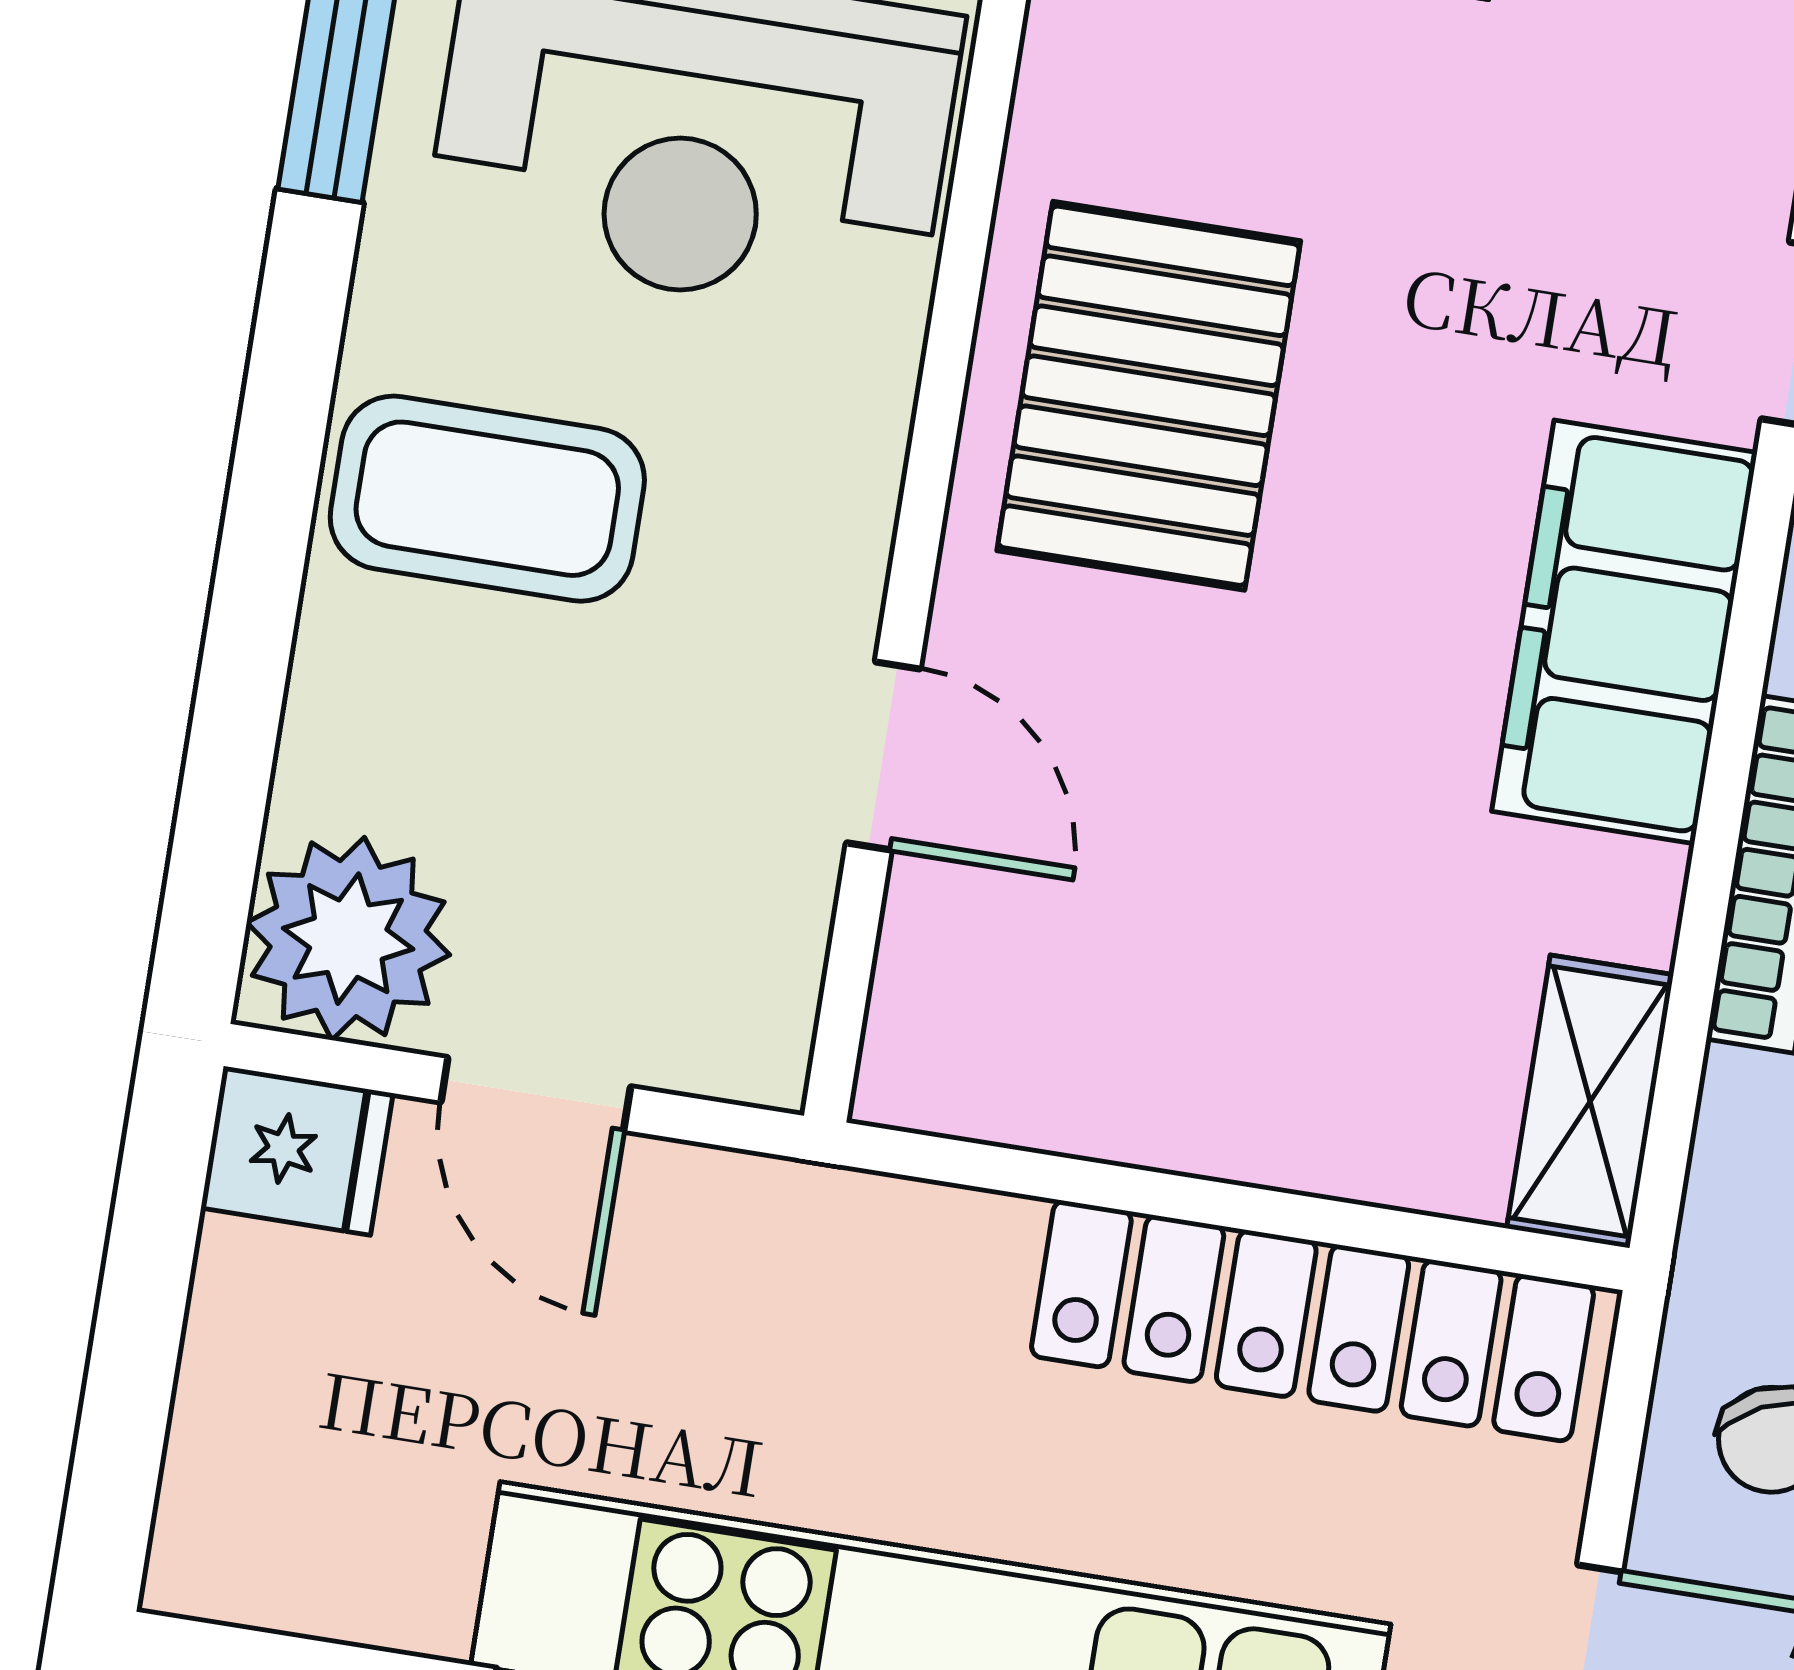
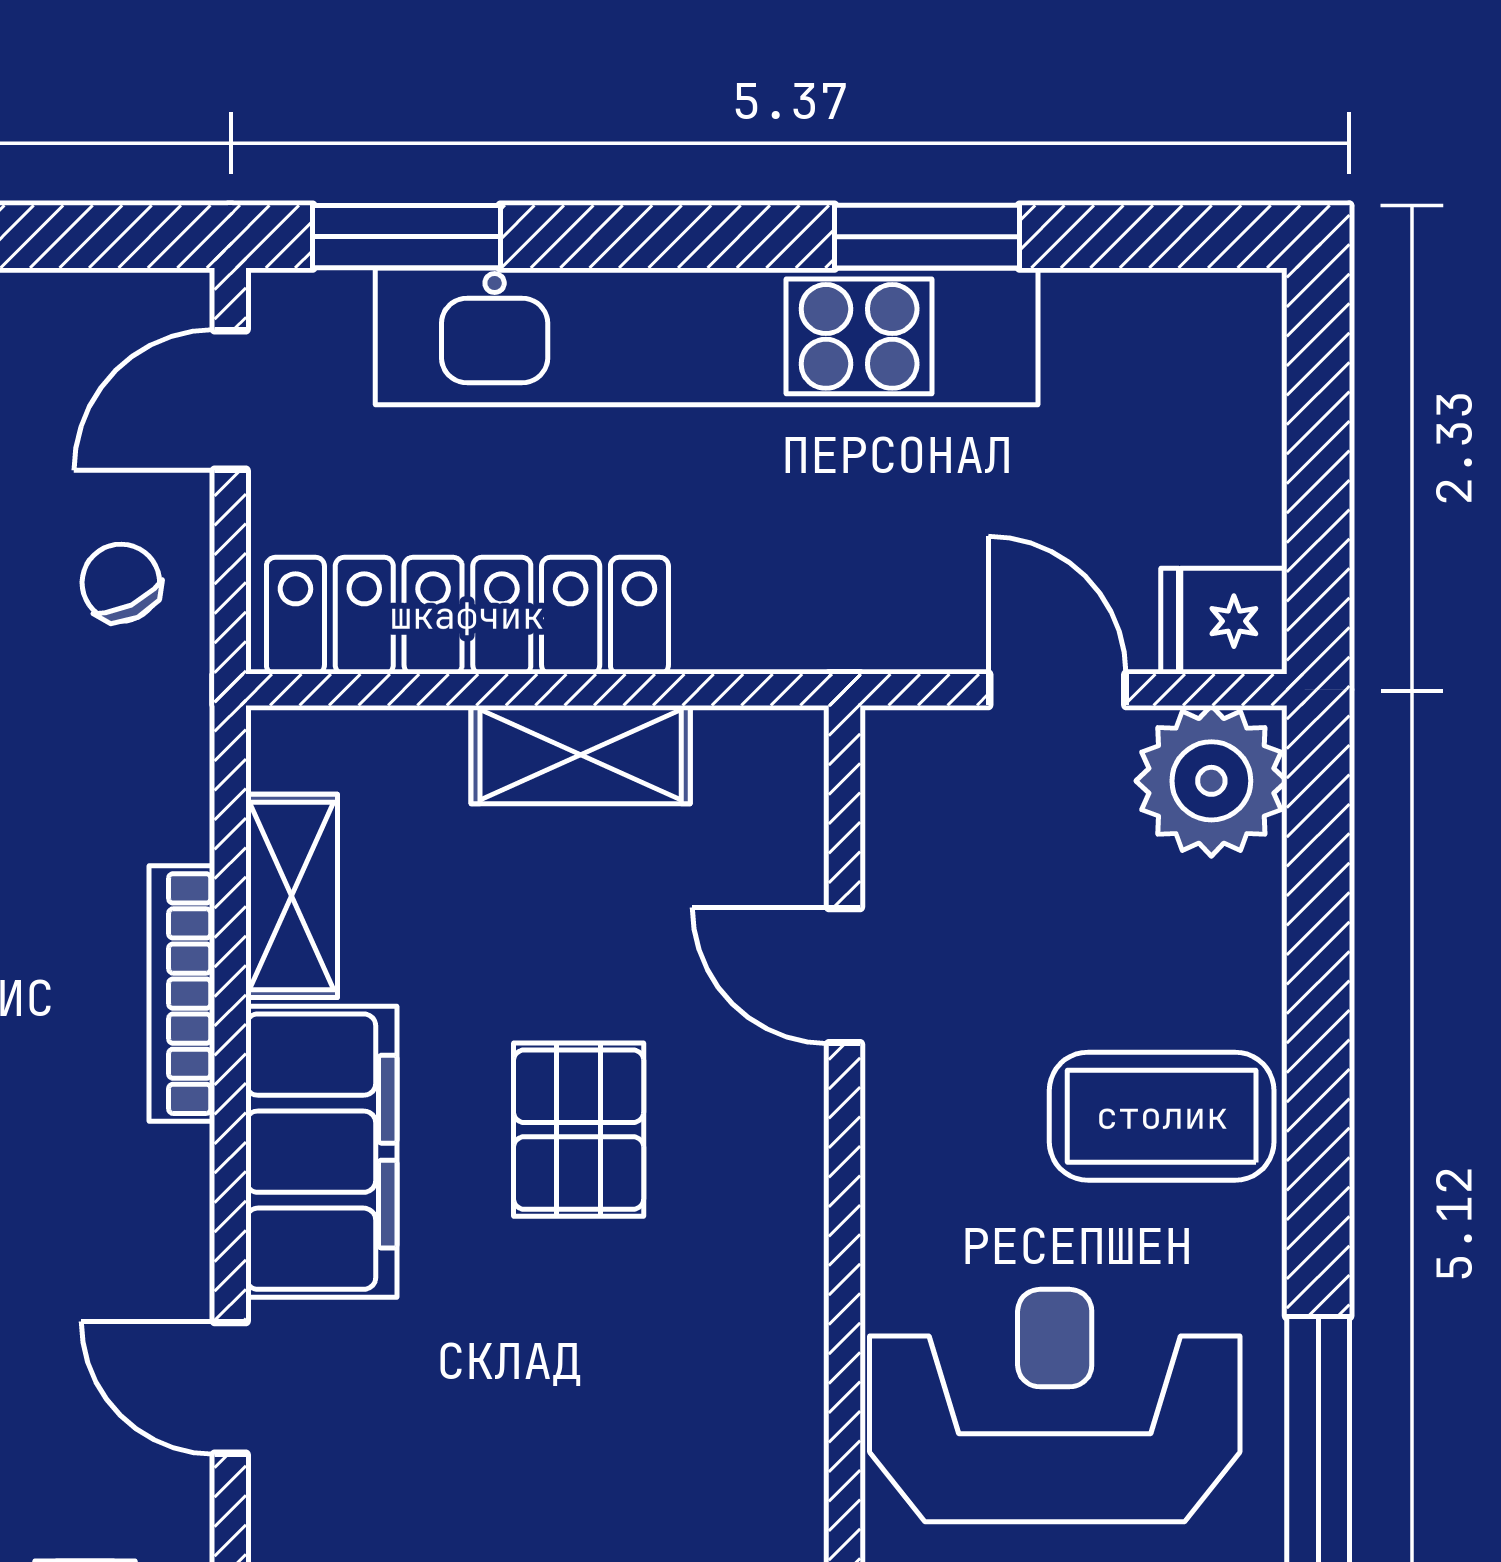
pallet: (1149, 396) -> (579, 1130), moved, width x0.67, depth x0.71
shelving: (1590, 1102) -> (292, 896), moved
shelving: (1190, 1110) -> (581, 755), added

